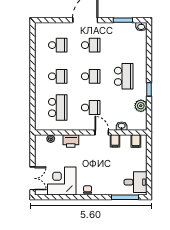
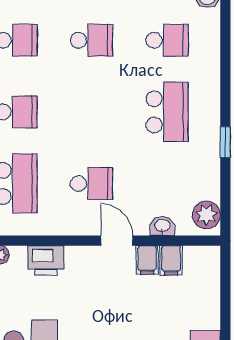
school desk: (91, 76) -> (167, 40), moved
plant: (141, 106) -> (206, 215), moved
filing cabinet: (136, 141) -> (171, 260), moved

